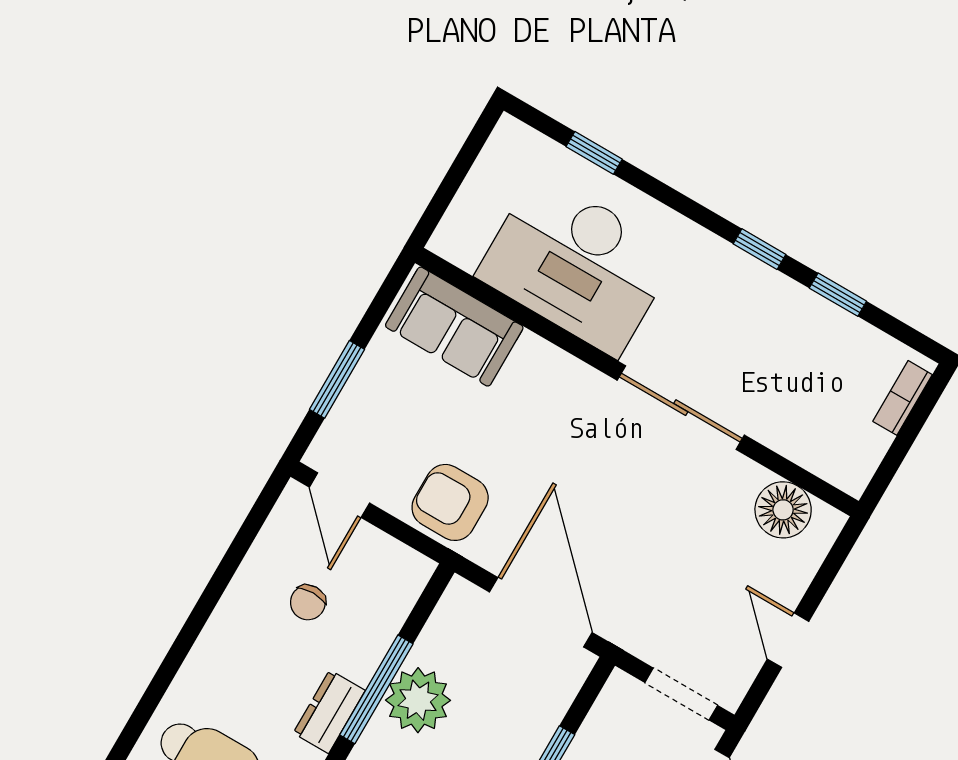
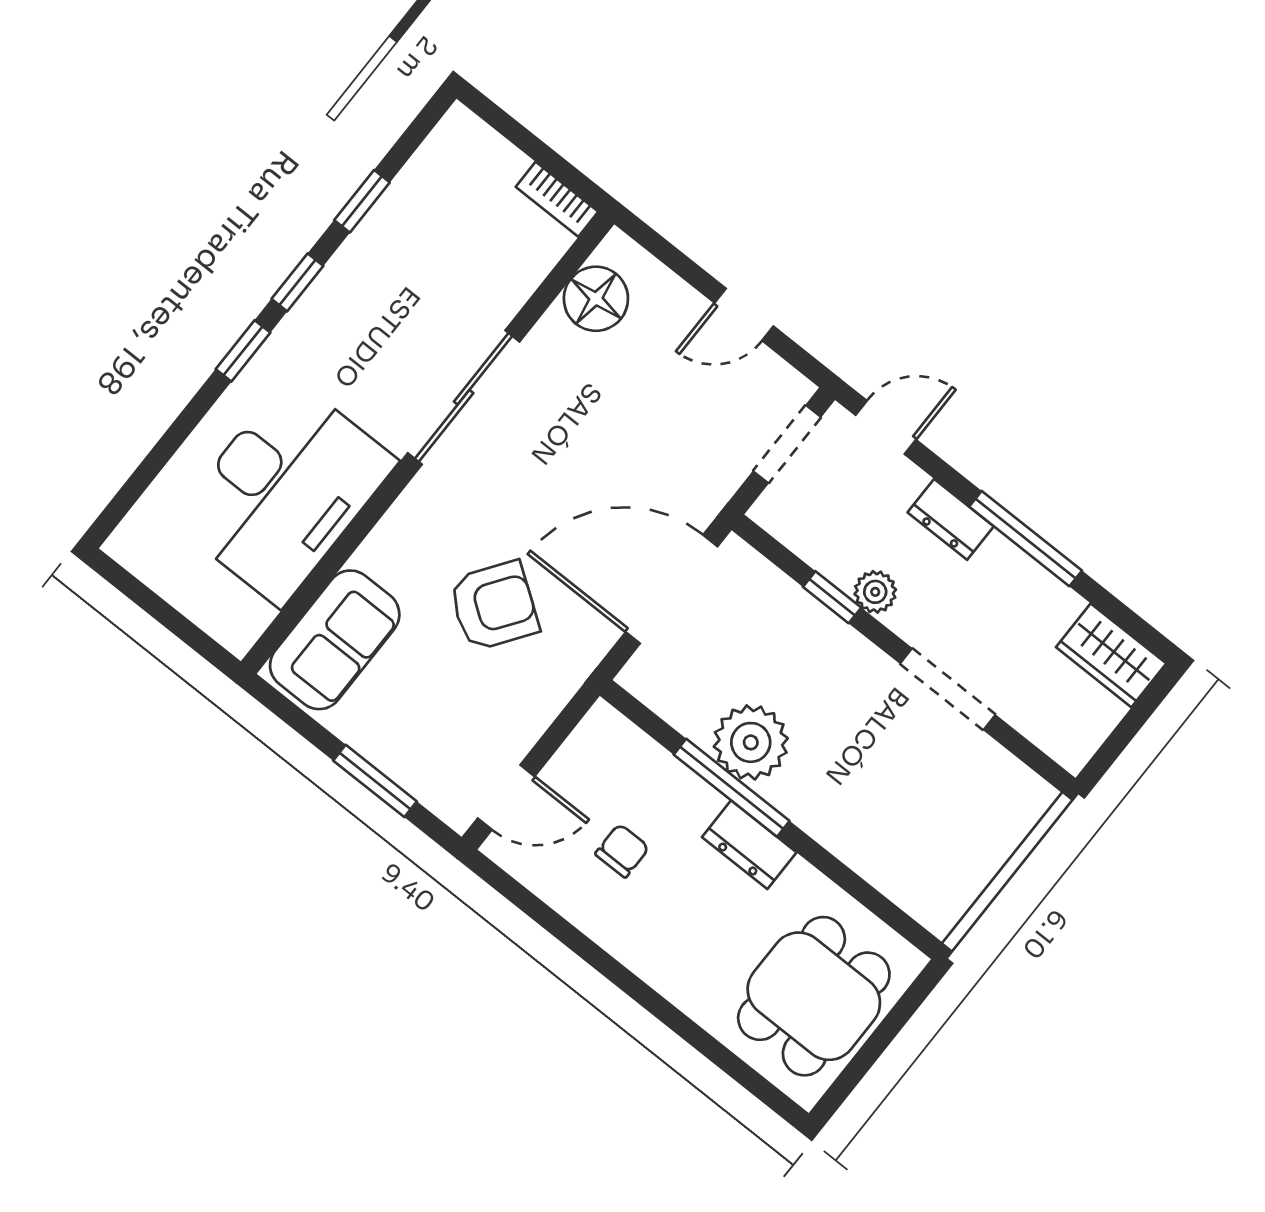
window: (594, 153) -> (243, 351), moved
bookcase: (903, 398) -> (557, 199), moved
armchair: (450, 502) -> (494, 606), moved, turned -145
chair: (308, 602) -> (622, 851), turned -90

